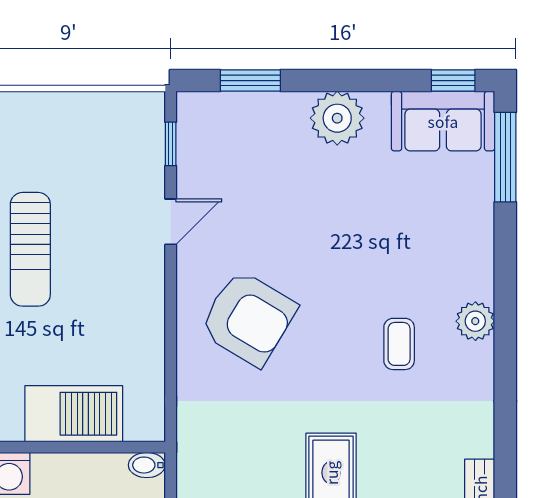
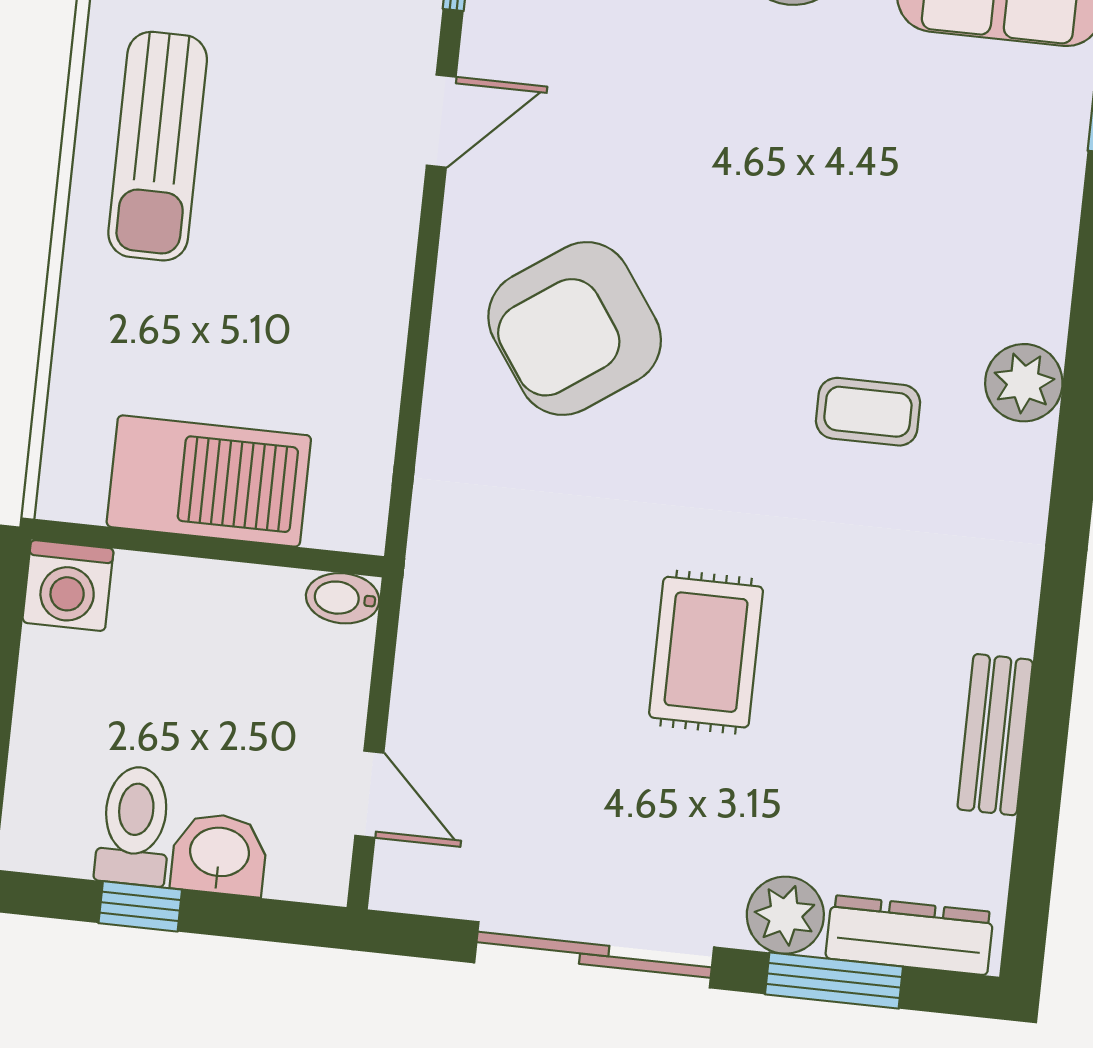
armchair: (248, 318) -> (575, 329), turned 114
coffee table: (399, 344) -> (868, 412), turned 90

